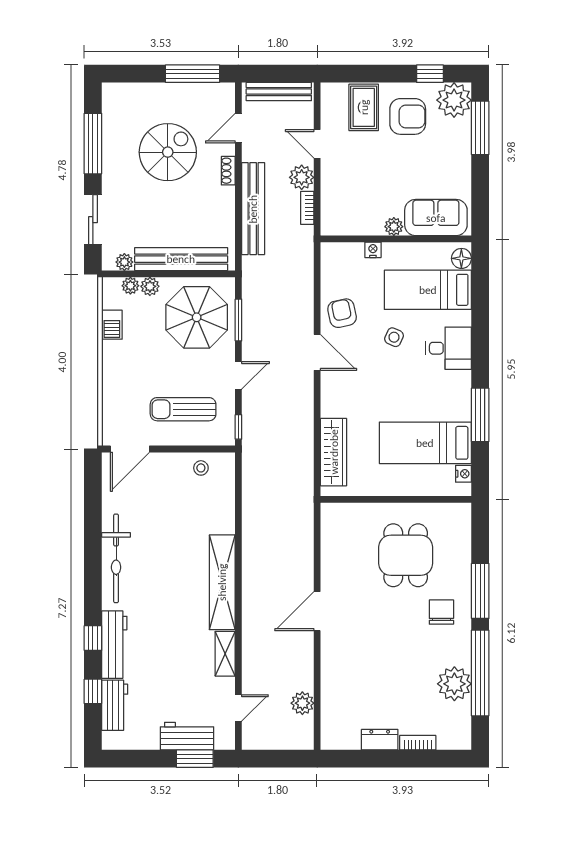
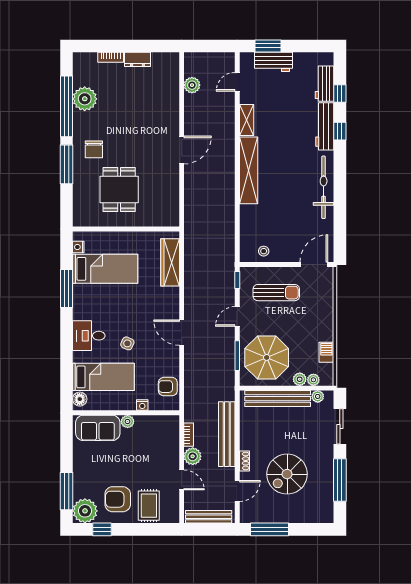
armchair: (342, 313) -> (168, 387), moved, turned 102

